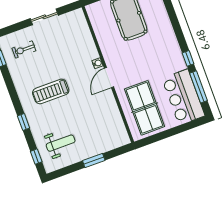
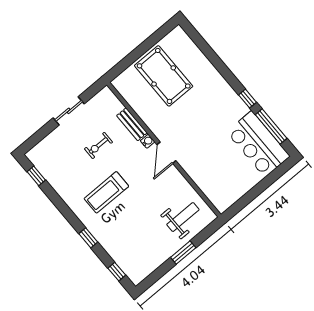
bench: (90, 45) -> (132, 124), added
exercise bike: (24, 50) -> (98, 145), moved
table tennis table: (145, 108) -> (219, 172), removed
weight bench: (61, 143) -> (183, 217), moved

